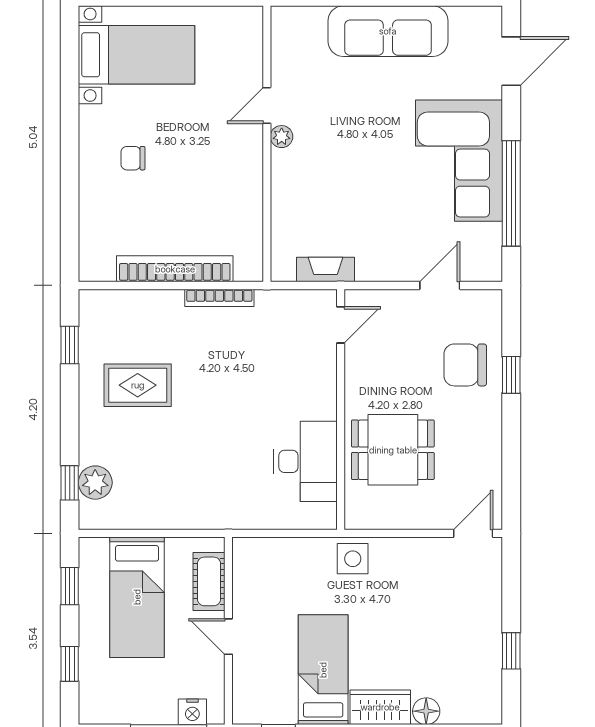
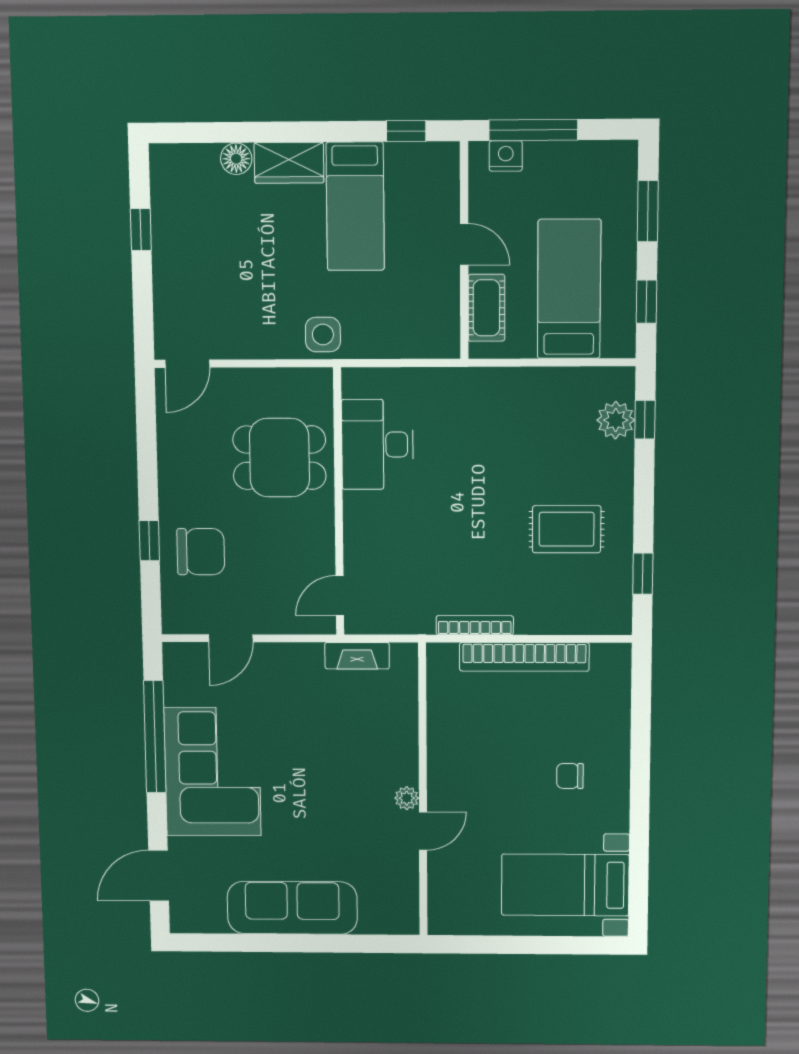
chair: (133, 158) -> (570, 776), turned 180
window: (70, 664) -> (648, 211), width x1.50

